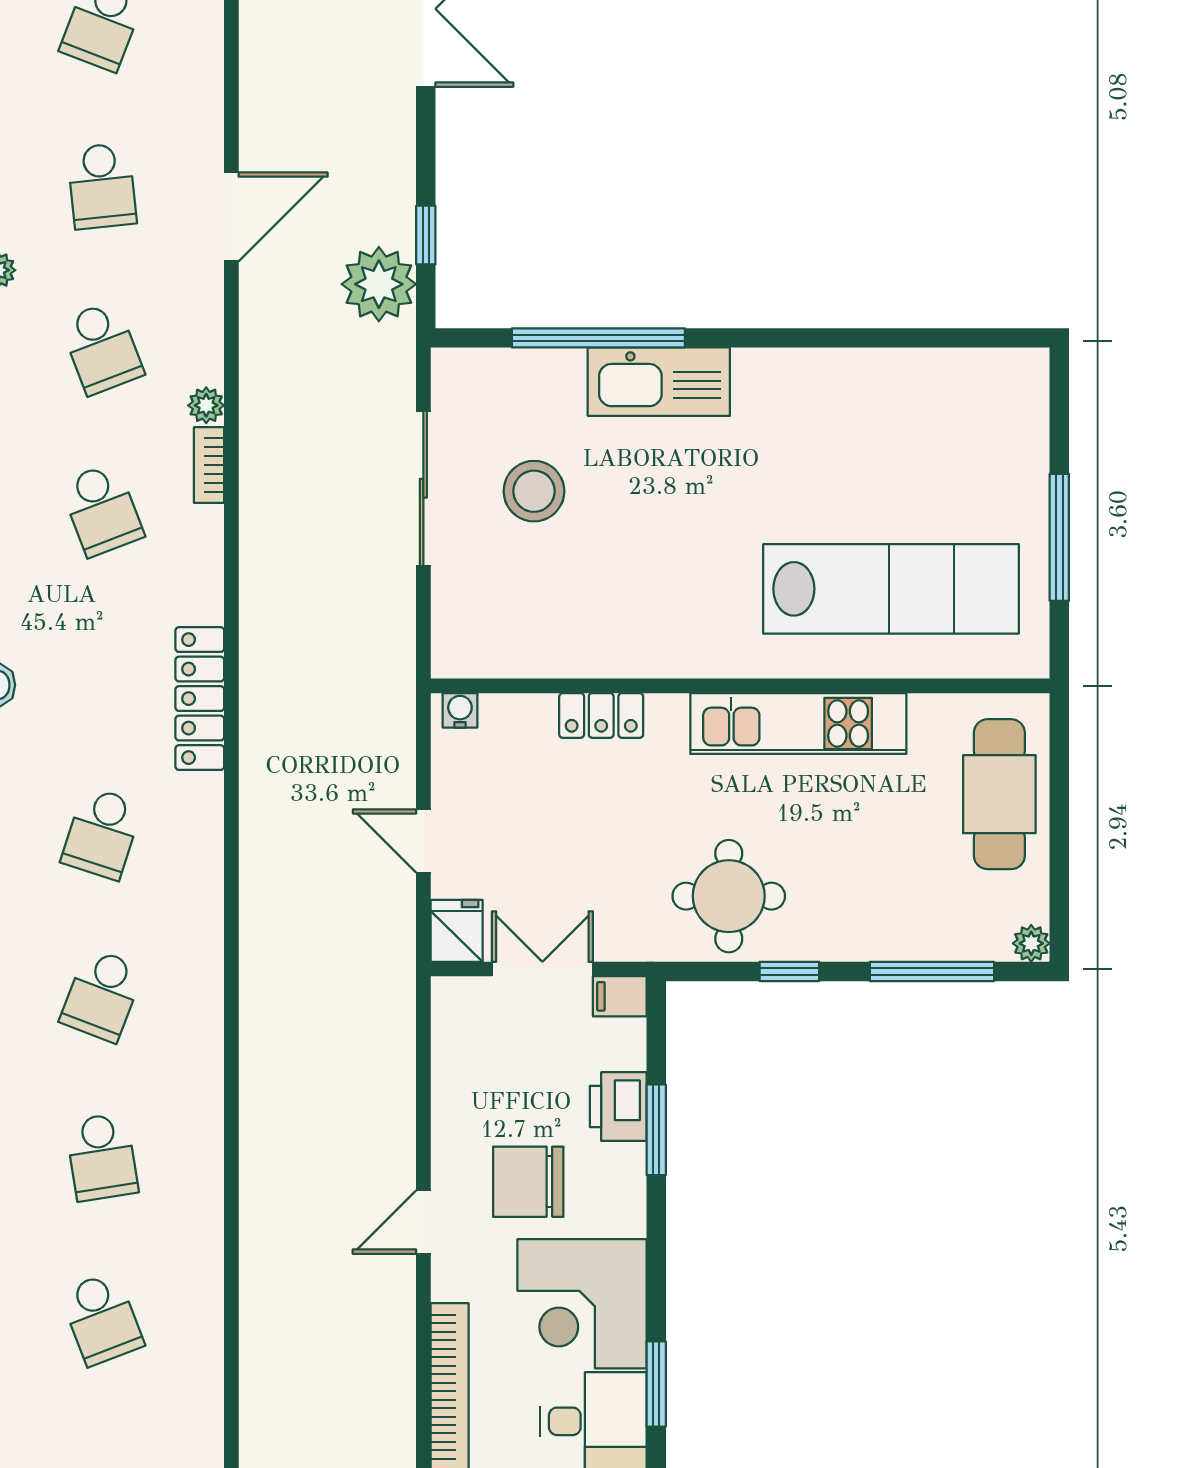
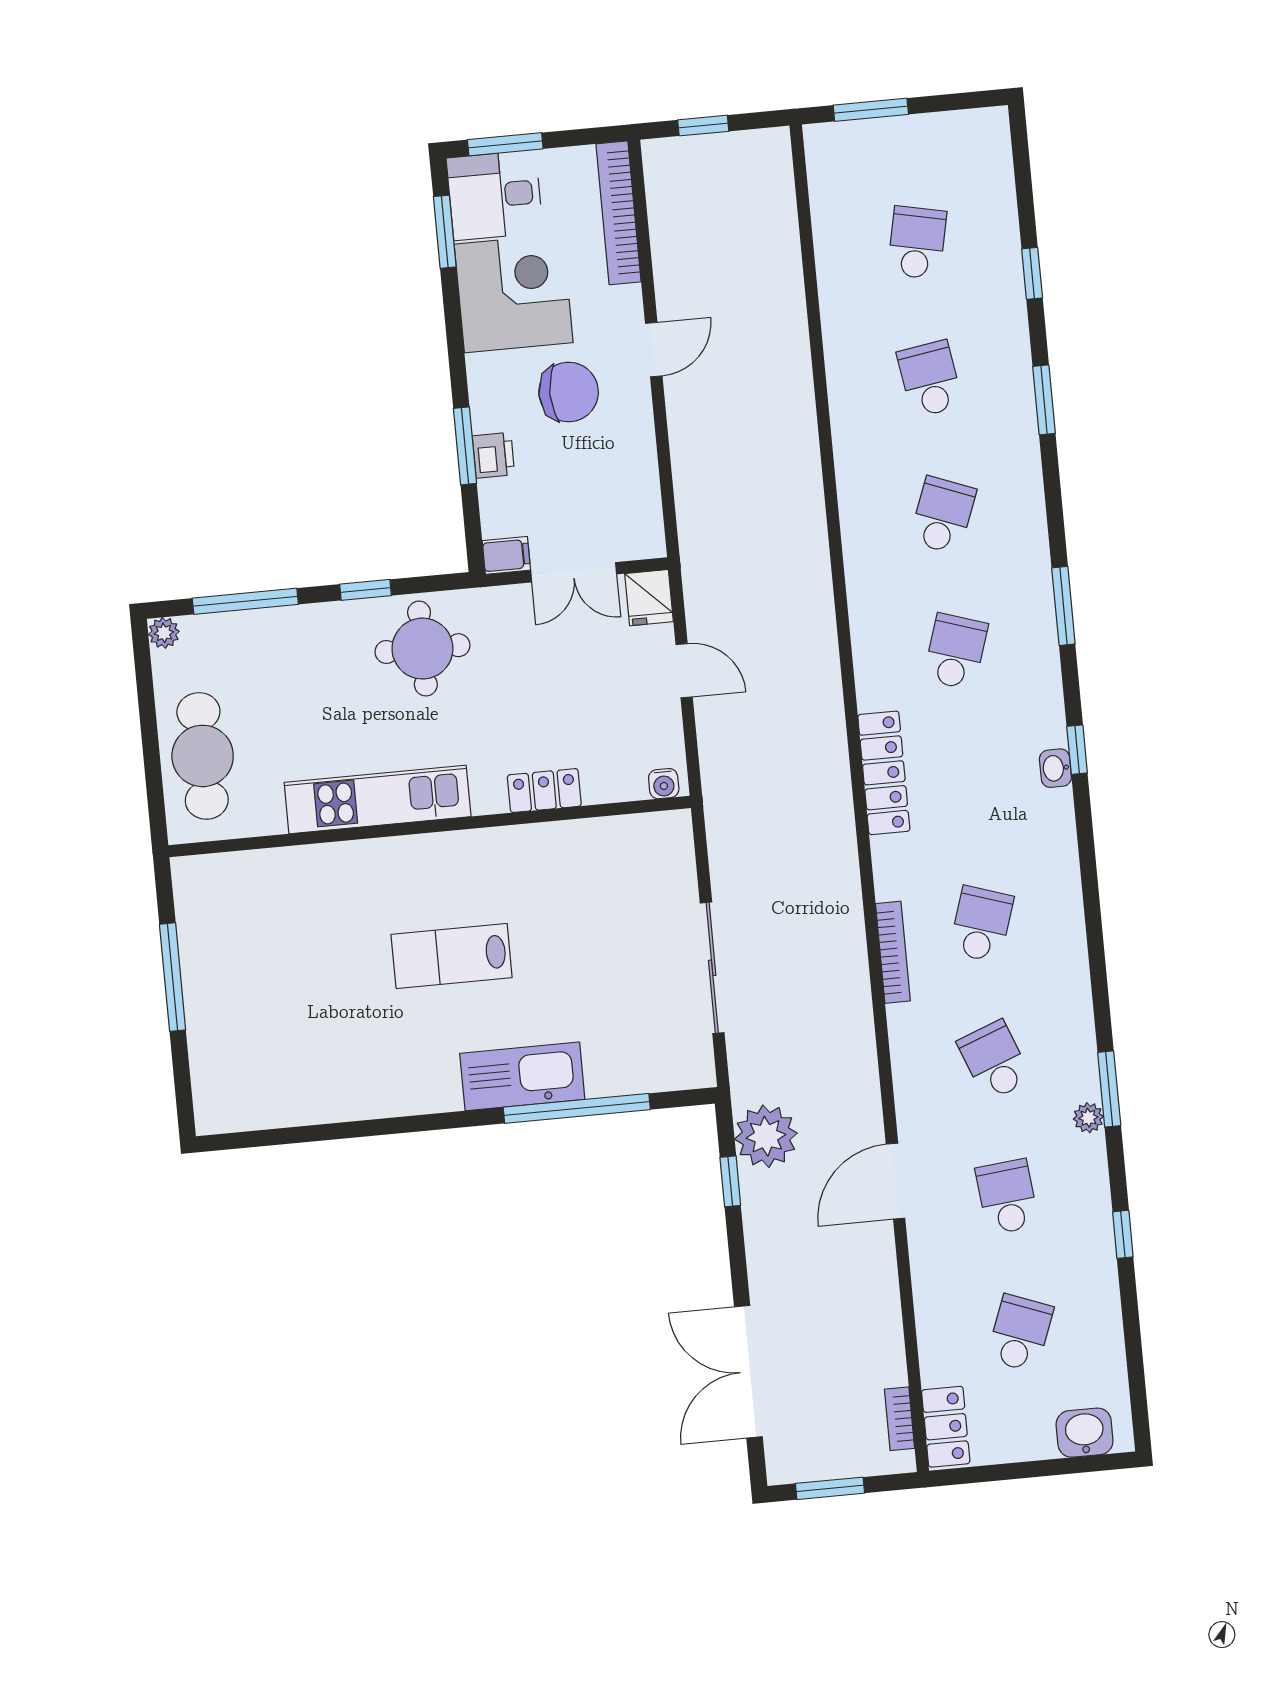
plant: (206, 405) -> (902, 1020), removed
bookcase: (209, 465) -> (893, 952), width x1.56
stool: (534, 491) -> (619, 974), removed
school desk: (102, 510) -> (981, 924), turned 39
lab bench: (891, 589) -> (452, 956), moved, width x0.54, depth x0.72
printer: (618, 1106) -> (493, 455), width x0.73, depth x0.81
school desk: (102, 1319) -> (917, 243), turned 33

